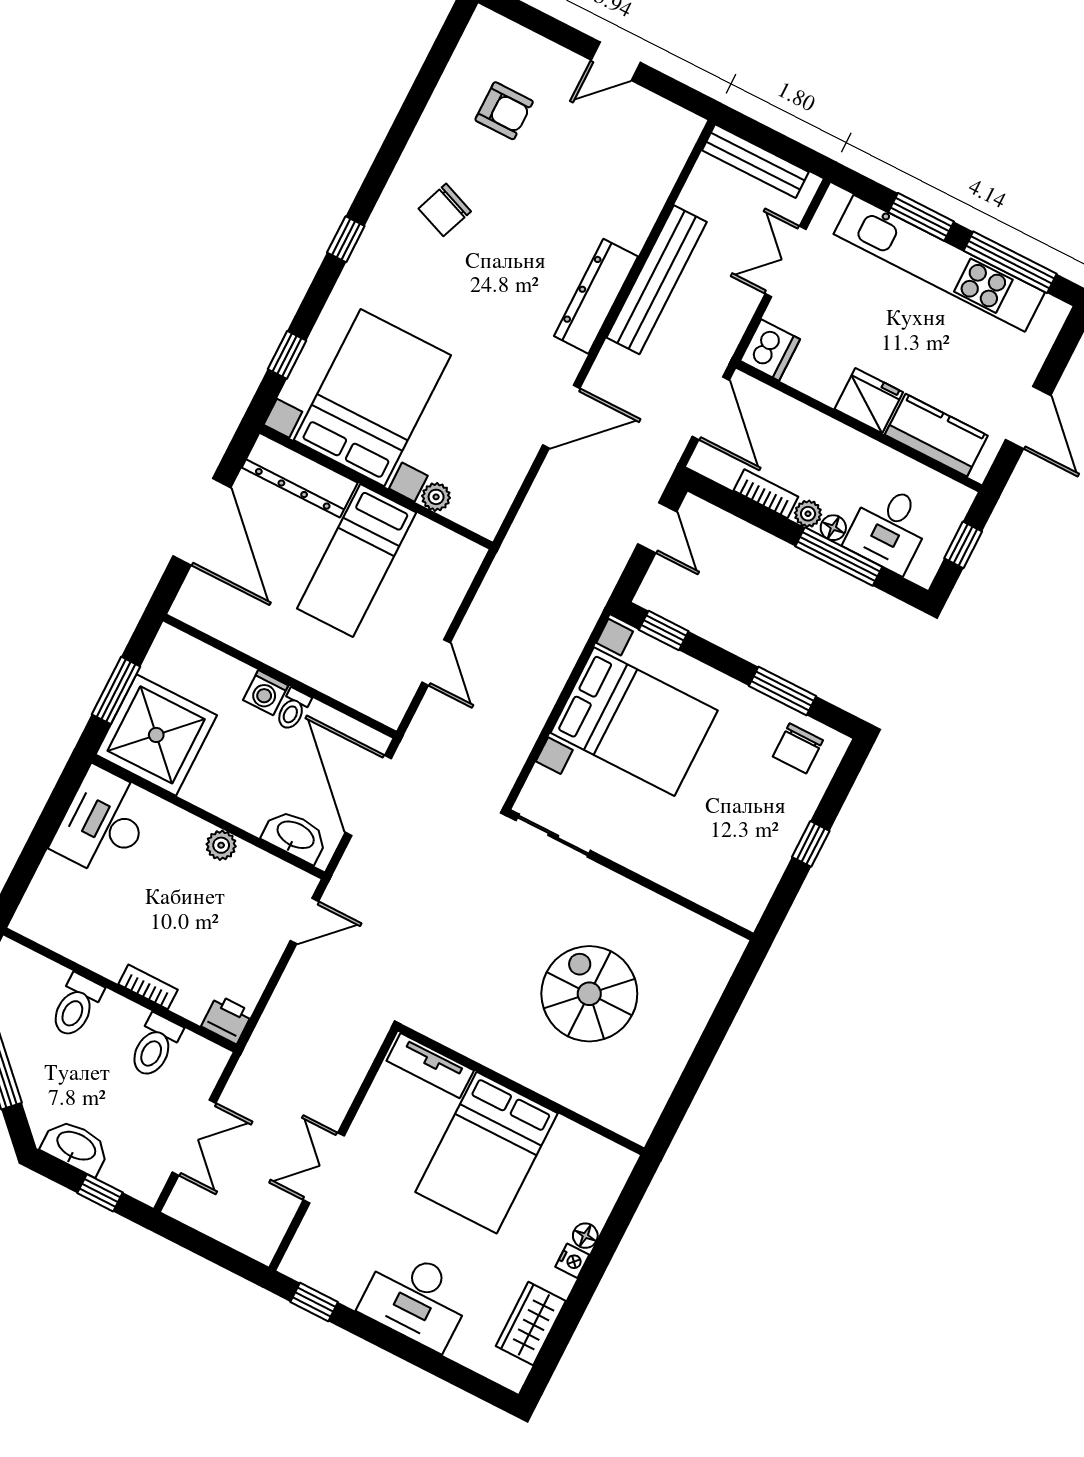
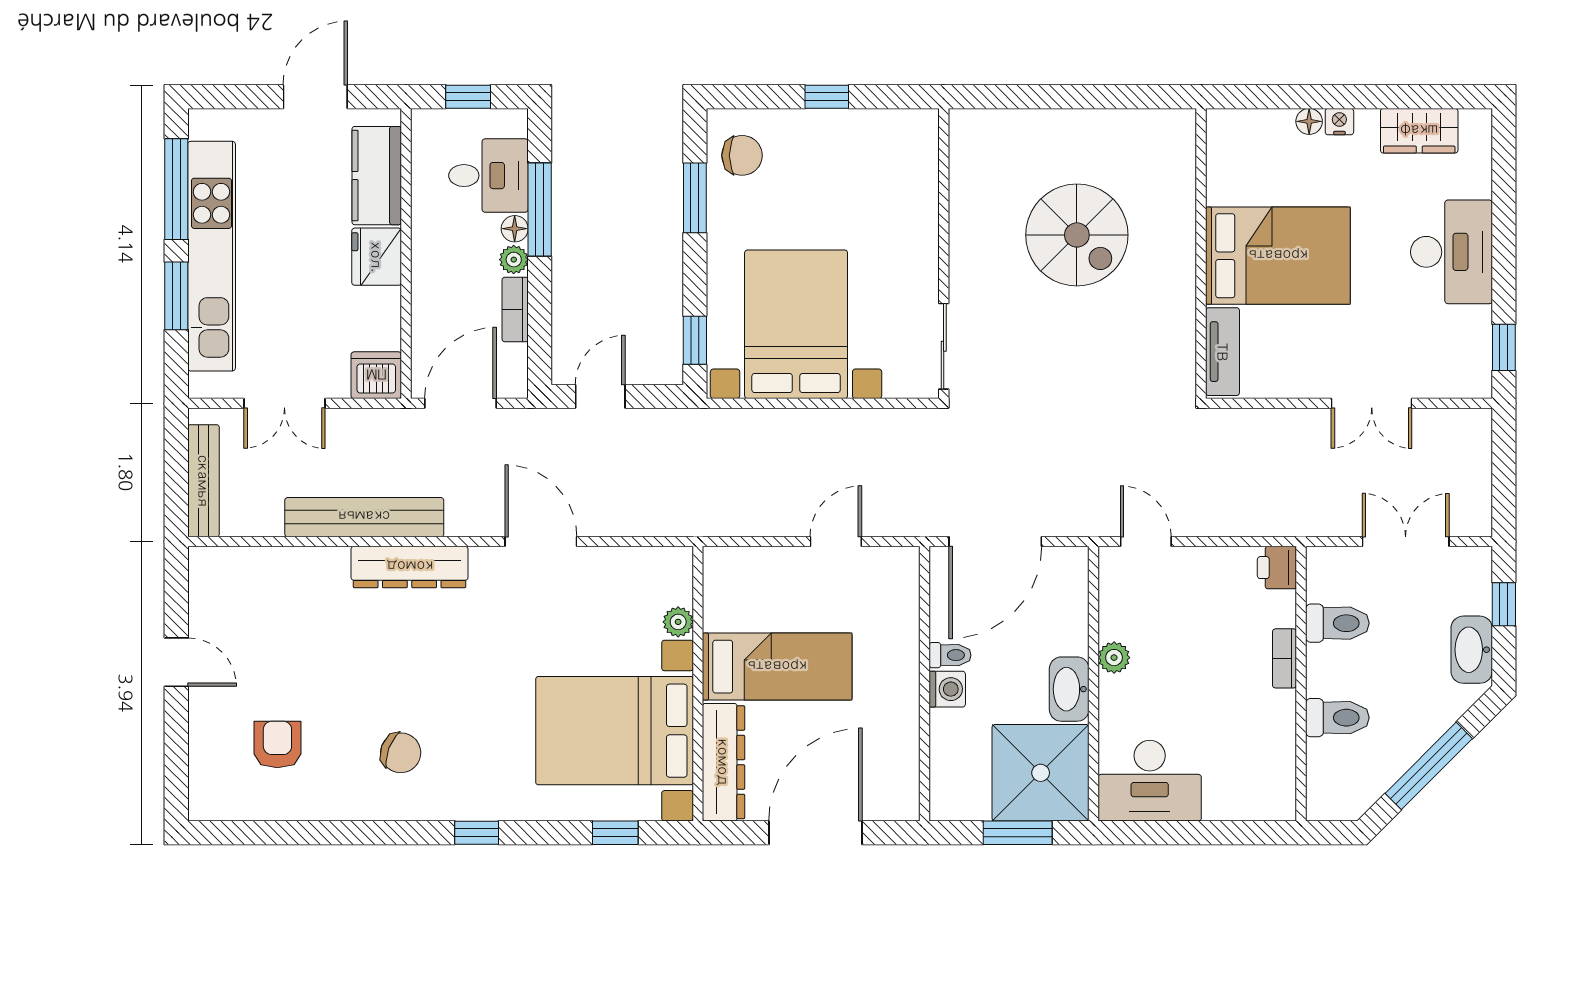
washbasin: (295, 836) -> (1069, 689), moved
spiral stairs: (589, 994) -> (1077, 235), turned -90

